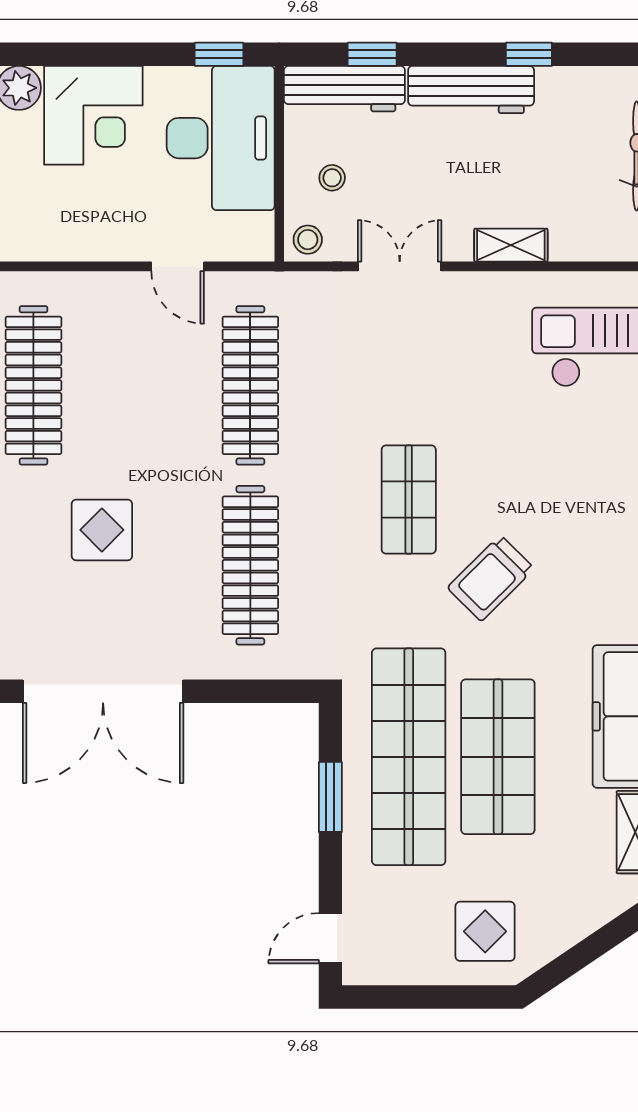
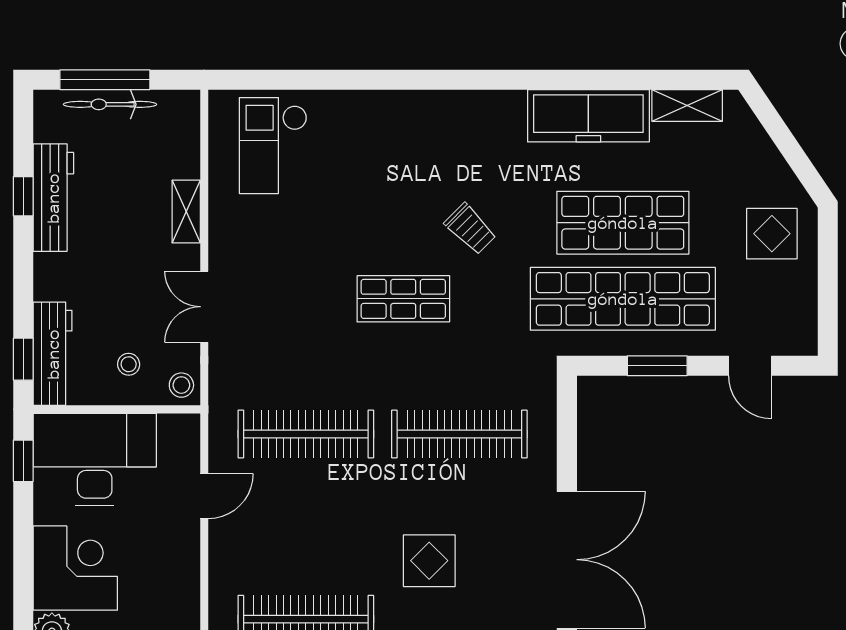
window: (372, 54) -> (23, 359), moved
workbench: (471, 90) -> (53, 198), moved
trolley: (491, 578) -> (470, 229), width x0.73, depth x0.72
door: (330, 938) -> (750, 366), moved

